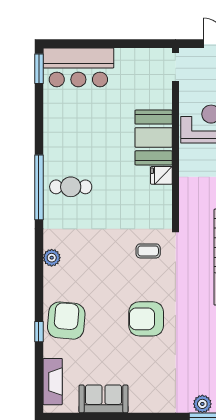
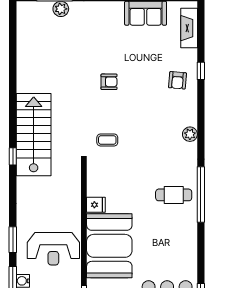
booth: (154, 137) -> (109, 246), width x1.36, depth x1.42
armchair: (146, 319) -> (109, 82), width x0.53, depth x0.53
armchair: (66, 321) -> (178, 80), width x0.53, depth x0.53

